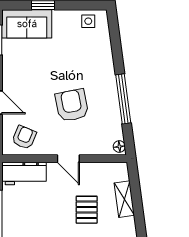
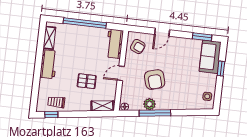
armchair: (72, 105) -> (155, 80), turned 85
plant: (111, 109) -> (150, 104), added
shelving: (124, 199) -> (102, 106), moved

